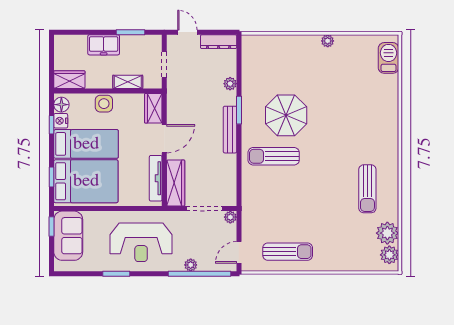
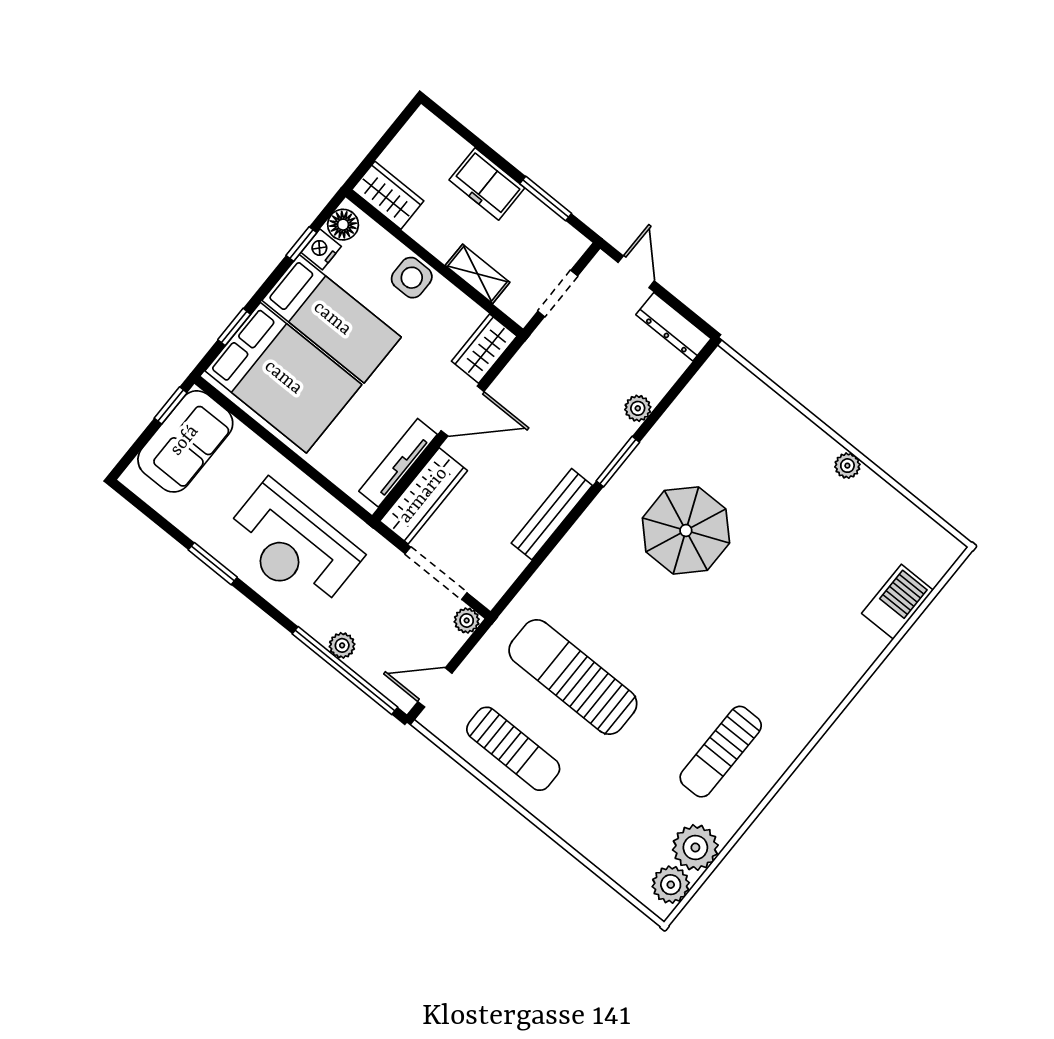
barbecue: (389, 58) -> (897, 602), moved
bench: (230, 130) -> (552, 514), moved
sun lounger: (274, 156) -> (573, 677), moved, width x1.36, depth x1.34

